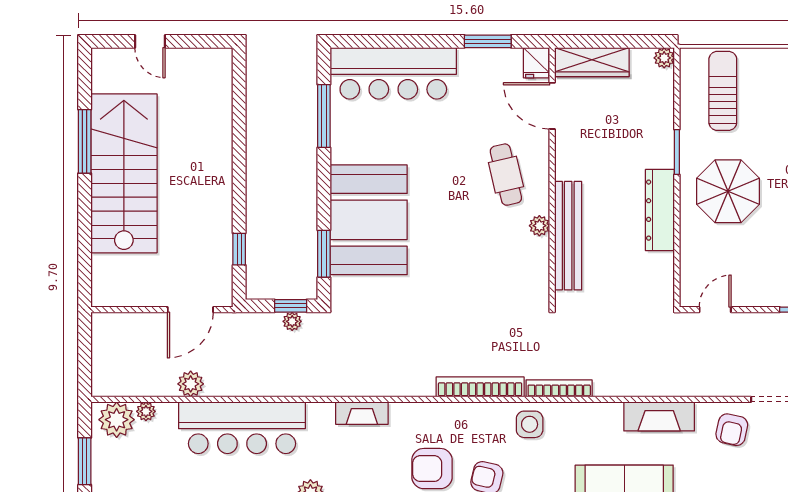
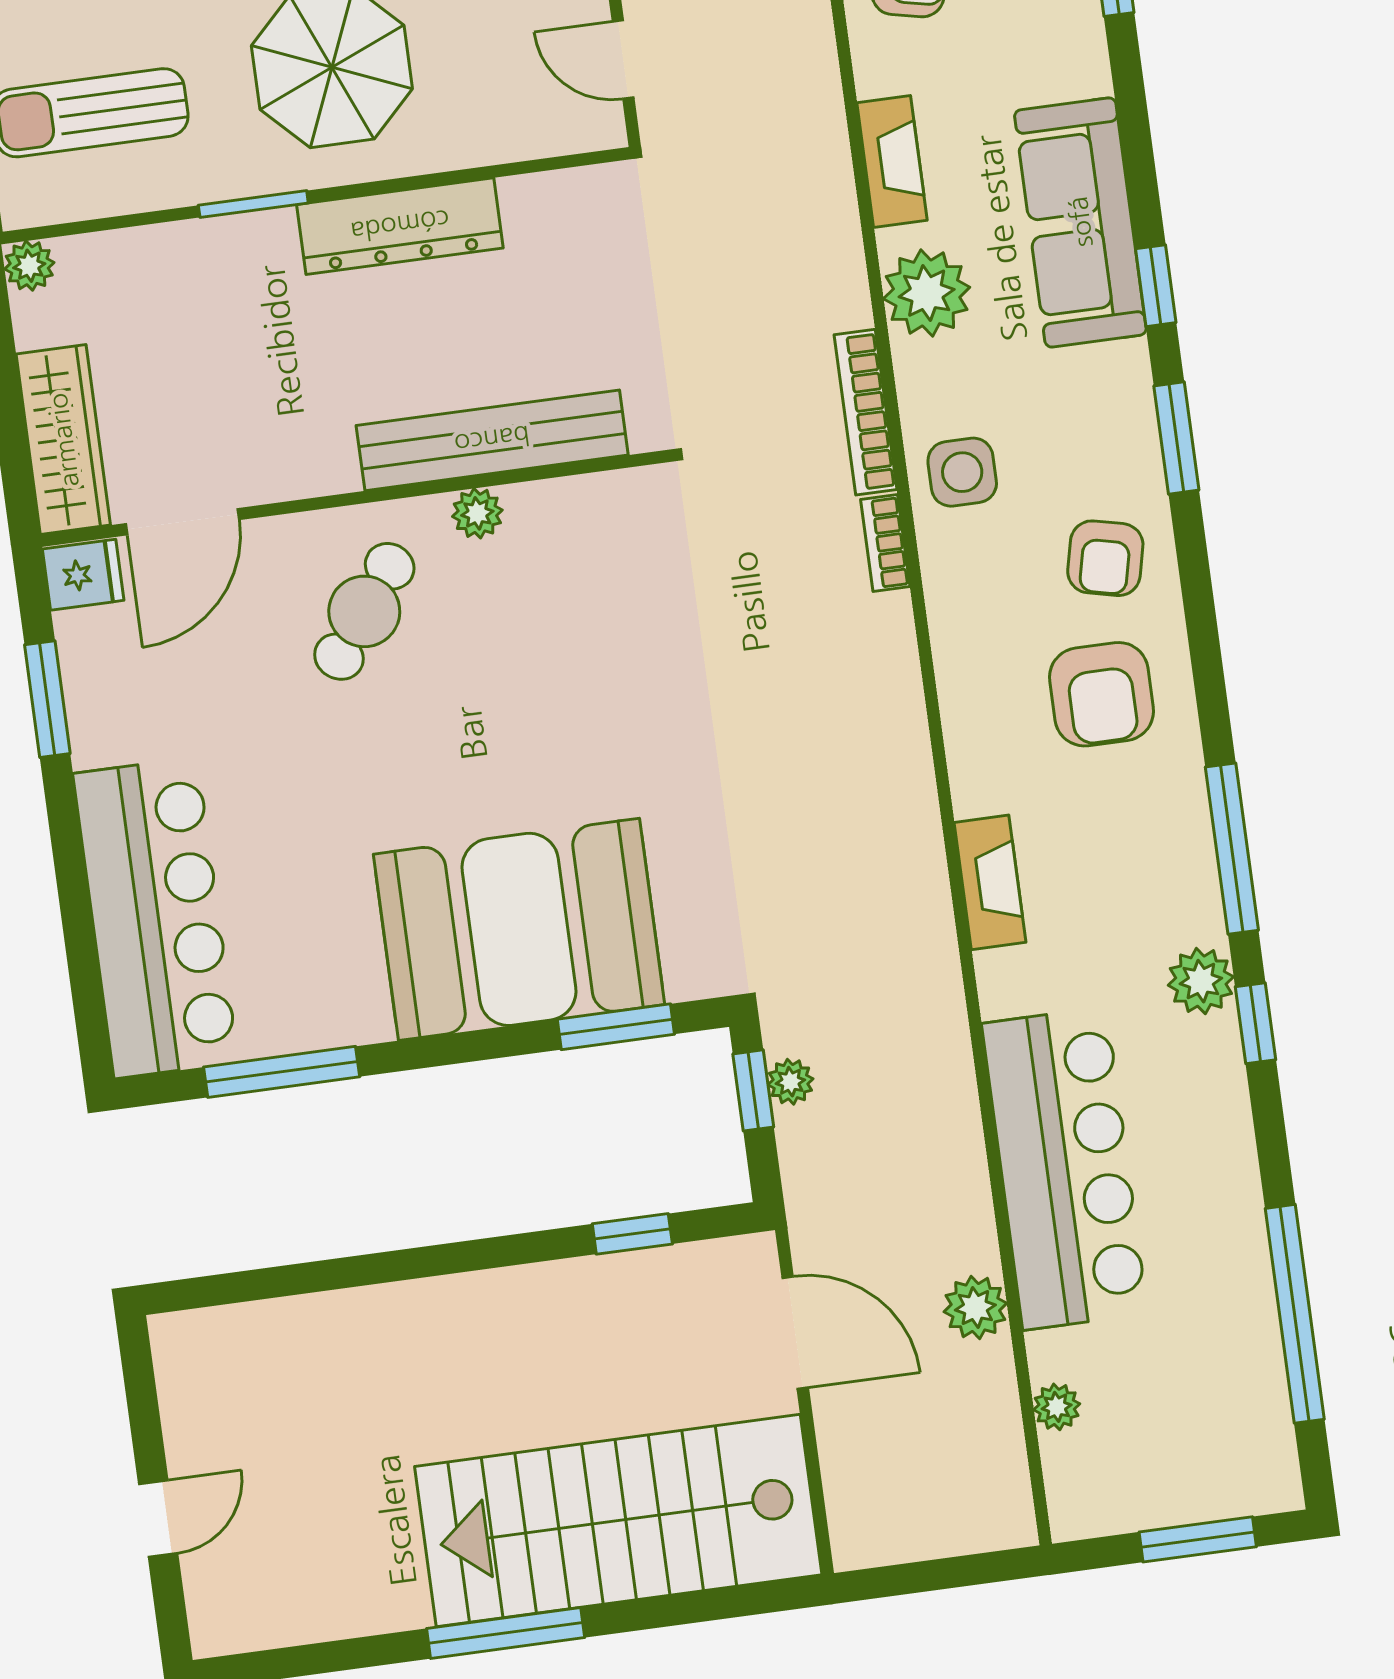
window: (85, 141) -> (506, 1633), moved
stairs: (124, 173) -> (618, 1521), moved
cafe table: (506, 175) -> (364, 611), turned -40
bookcase: (480, 387) -> (885, 543), width x0.43, depth x0.76
fireplace: (659, 416) -> (892, 161), width x0.73, depth x0.76
plant: (117, 420) -> (927, 293), moved

